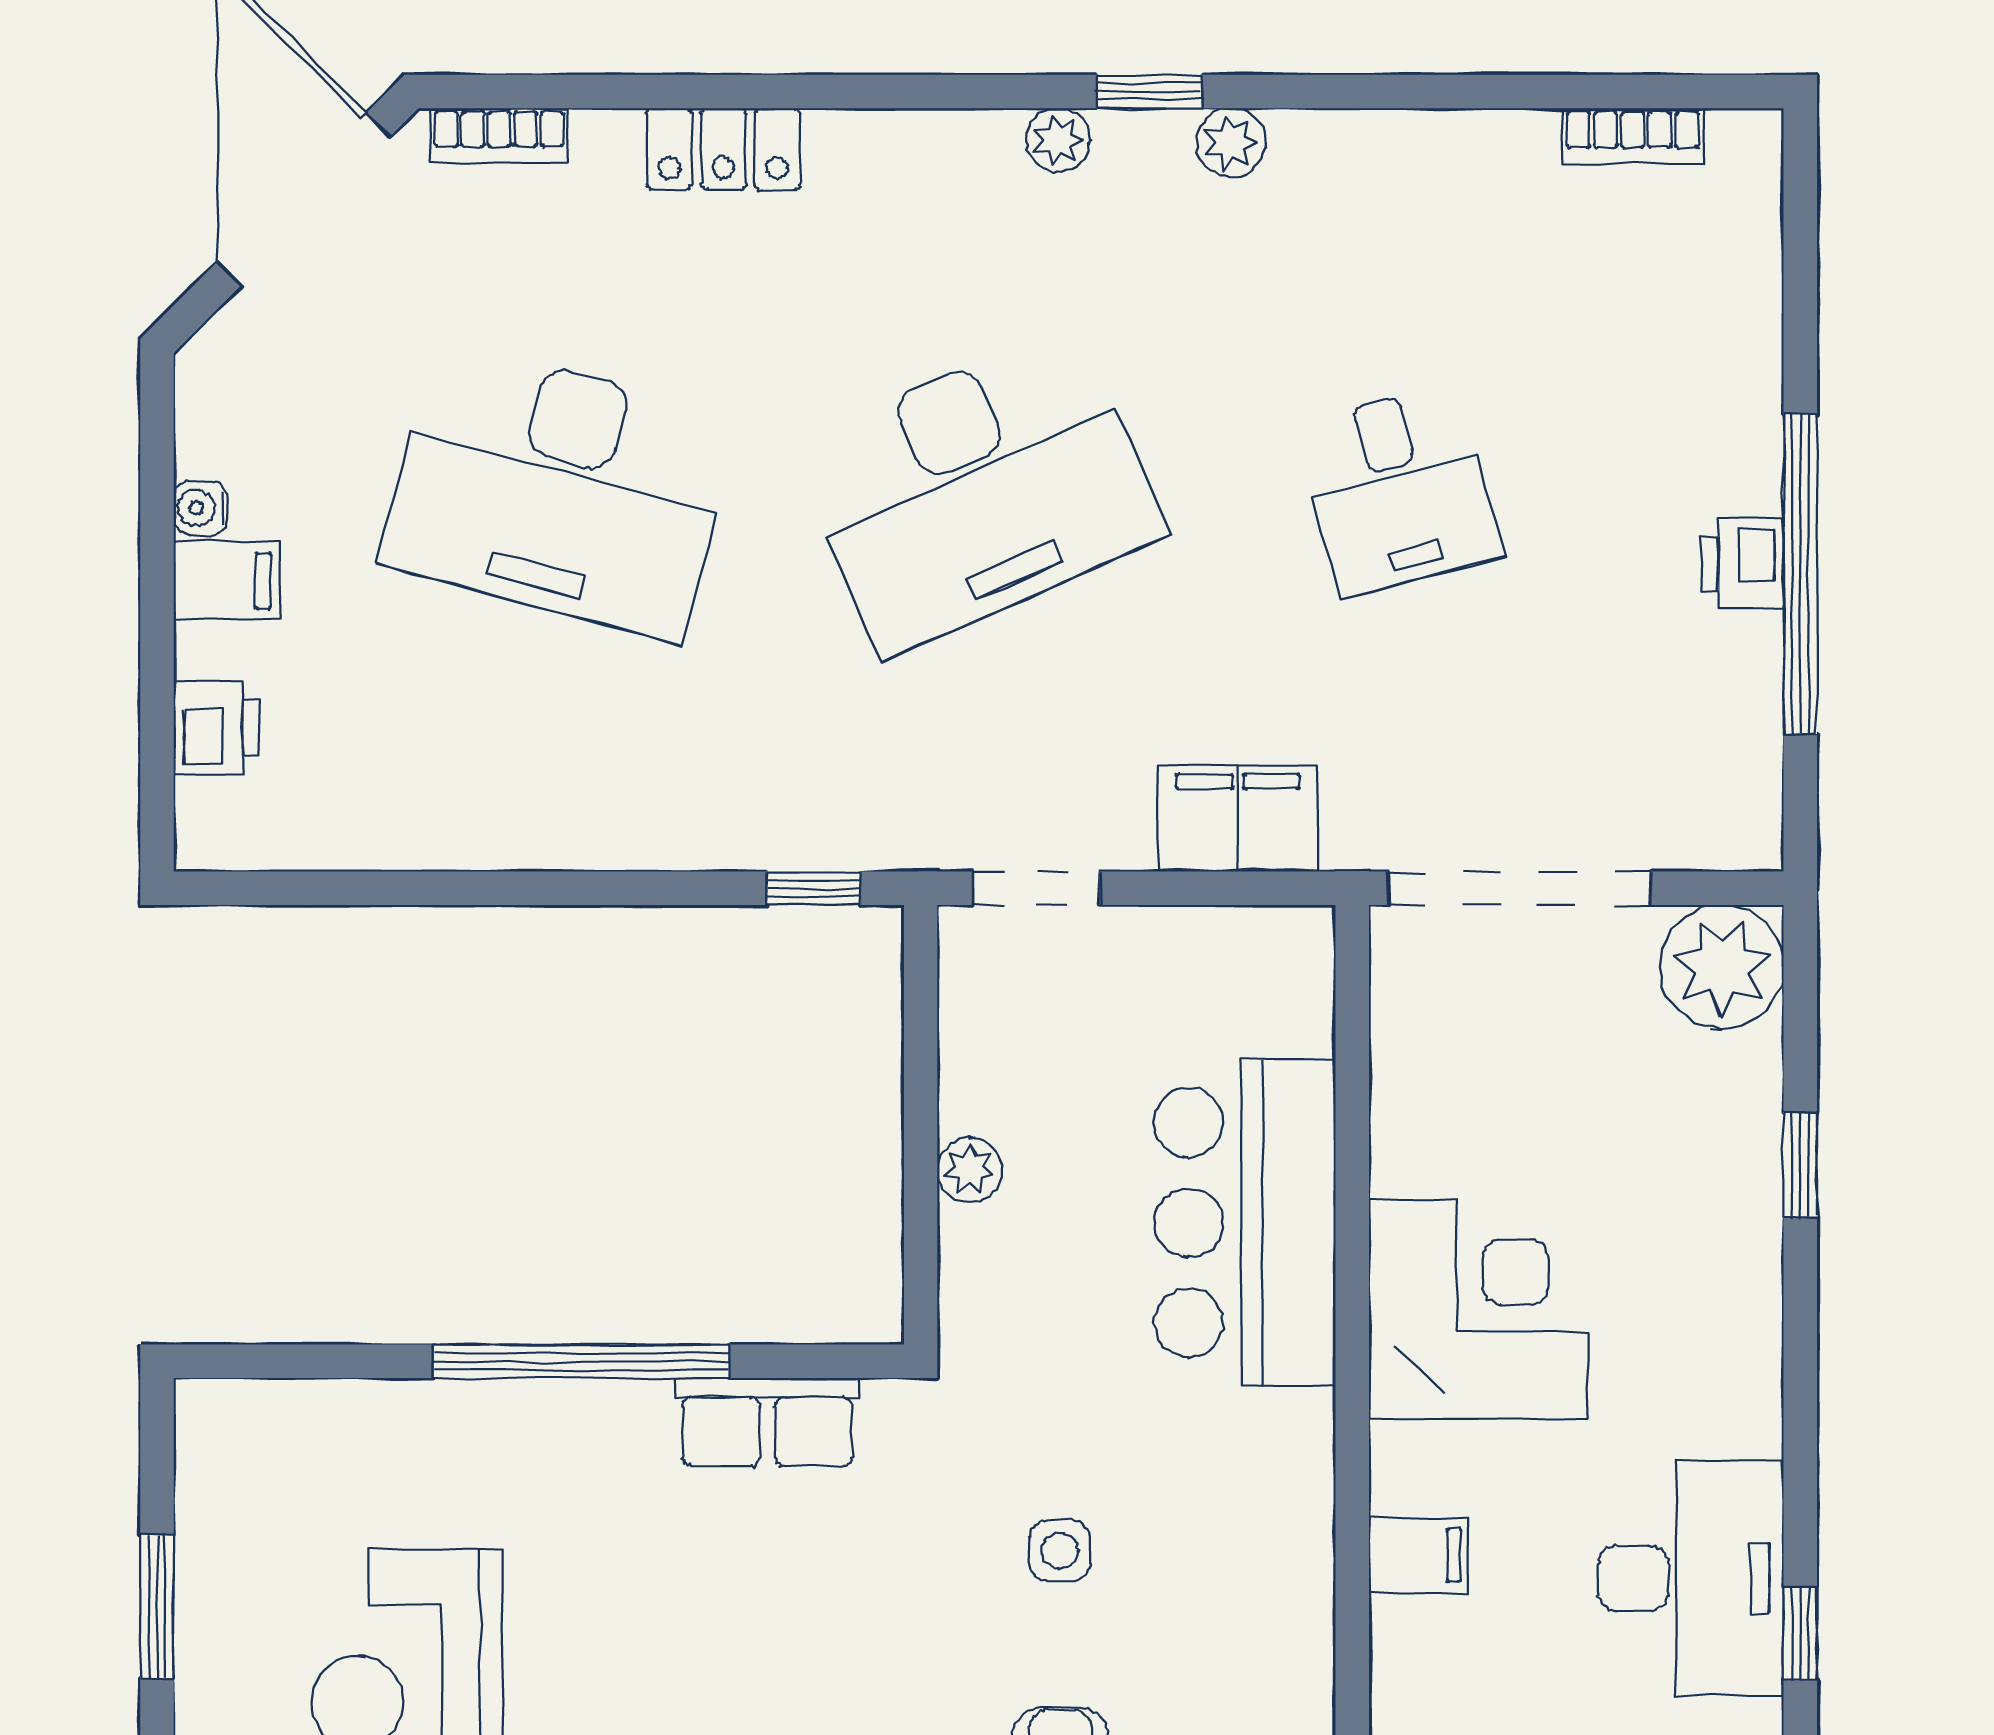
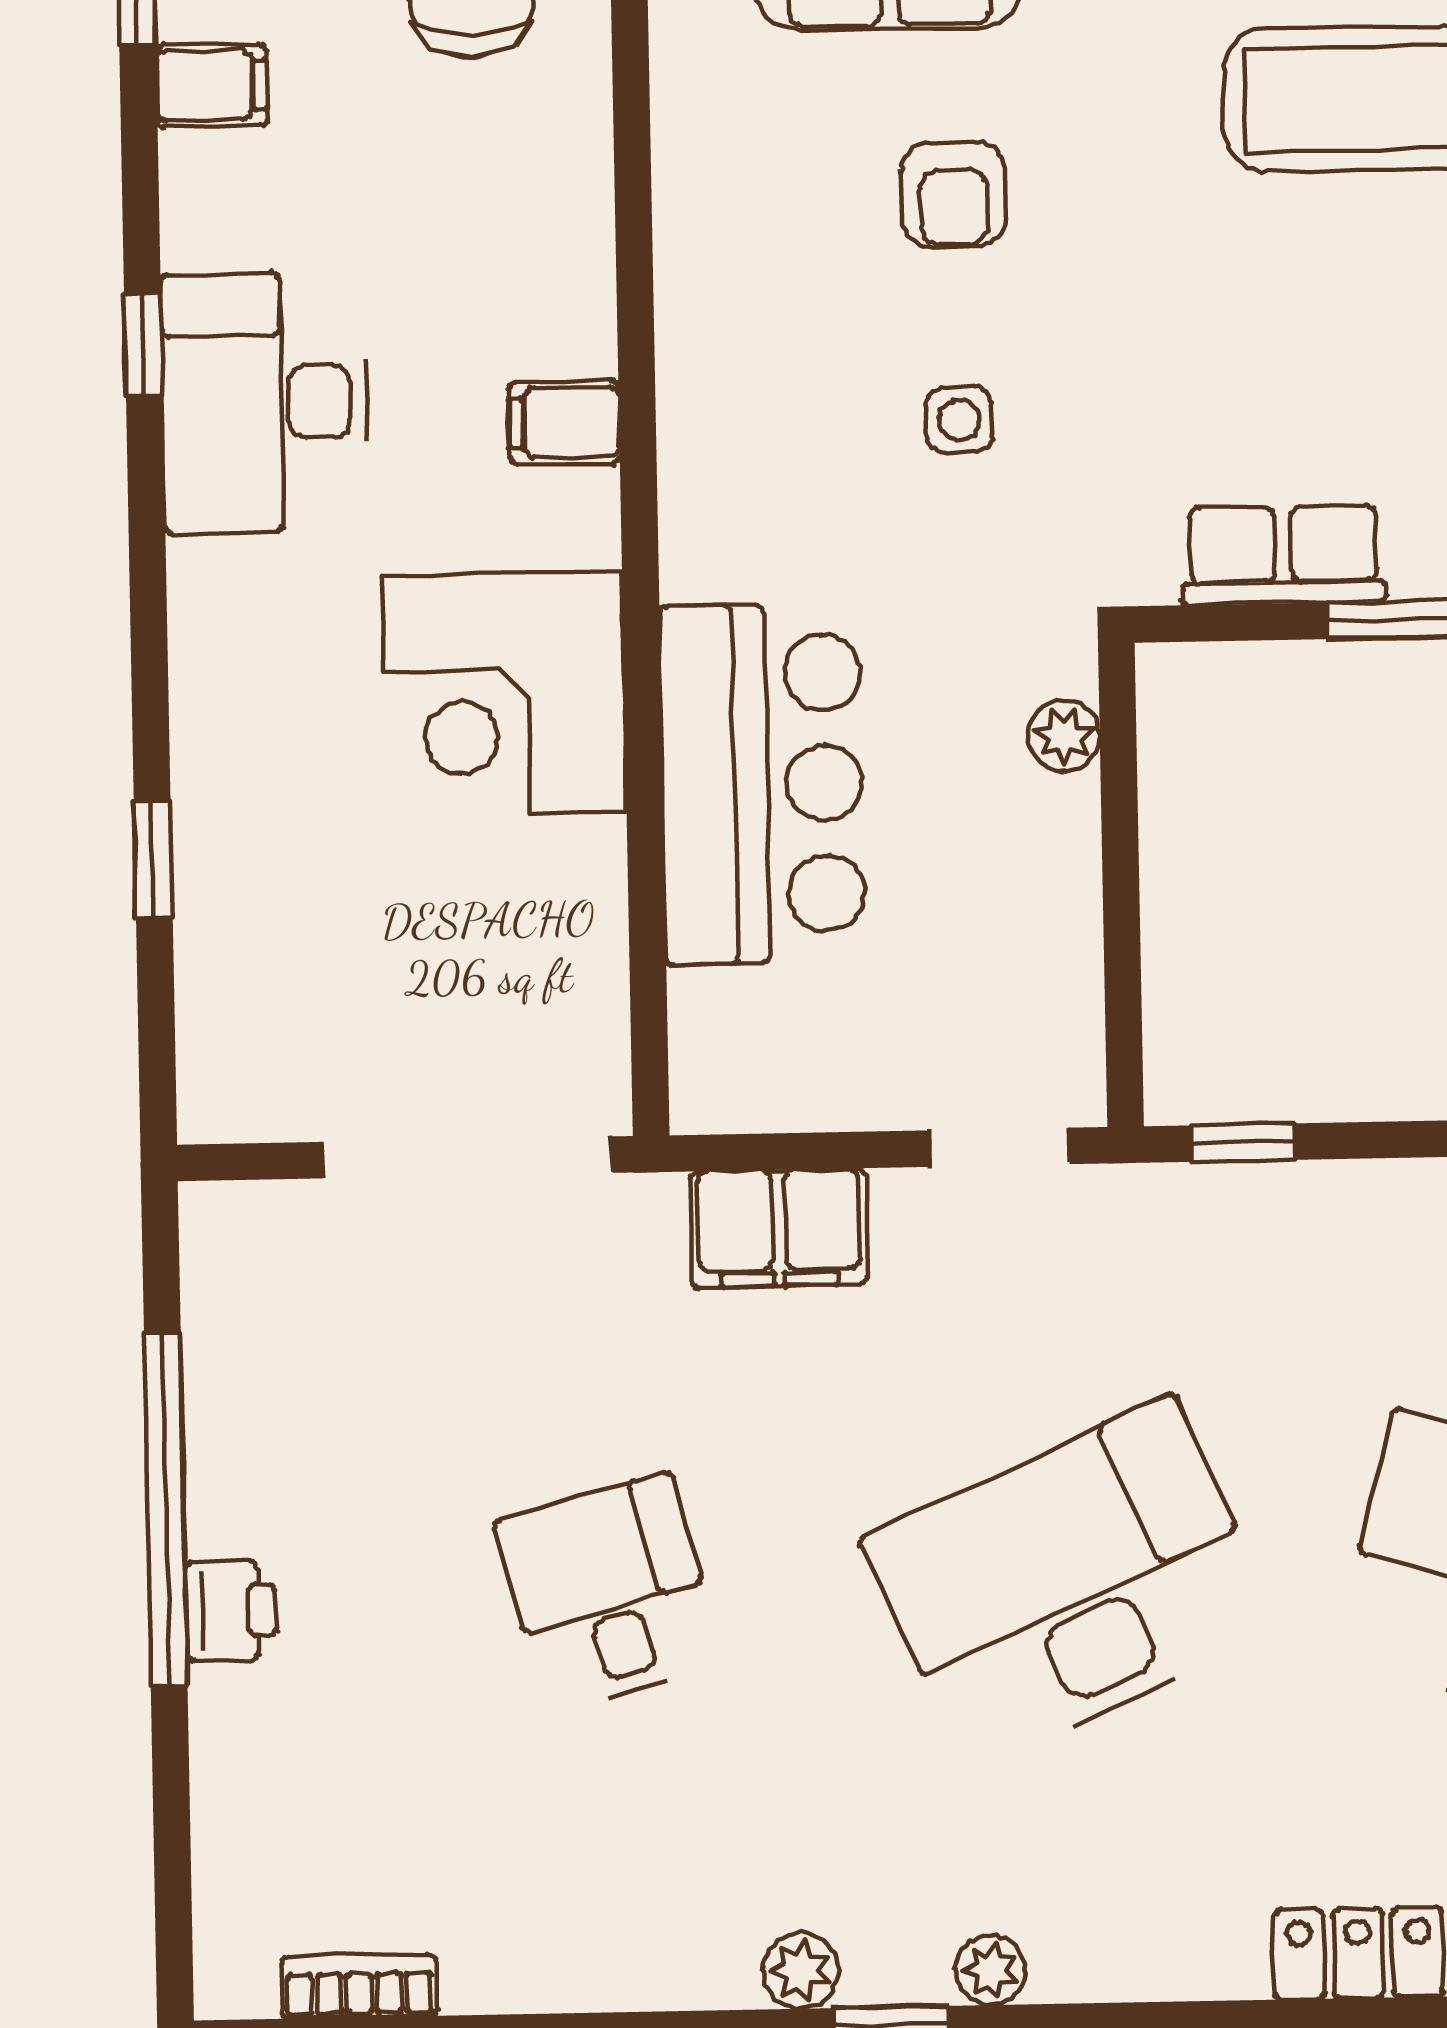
printer: (1743, 563) -> (231, 1611), moved
plant: (1722, 967) -> (244, 1075), removed
plant: (970, 1170) -> (1064, 736), moved

